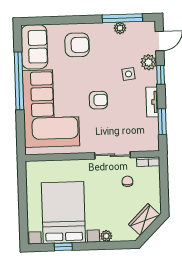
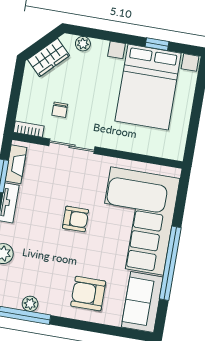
side table: (129, 74) -> (31, 244), removed
armchair: (98, 100) -> (76, 219), turned 180
fireplace: (153, 133) -> (16, 164), added
plant: (106, 236) -> (83, 44), moved

